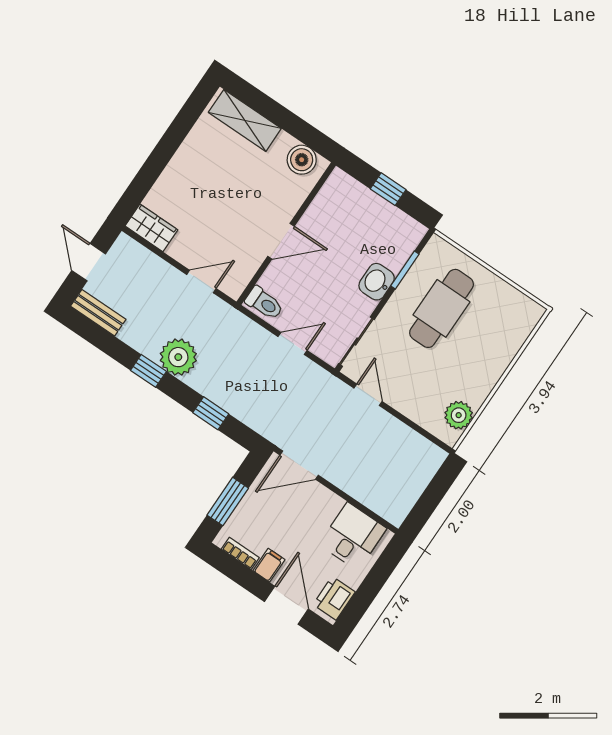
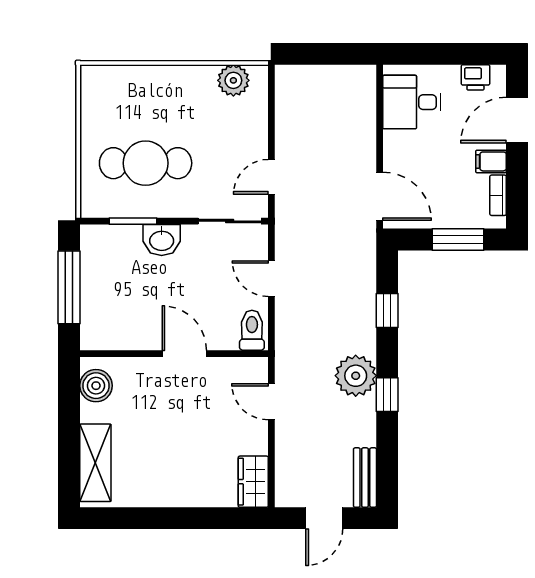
window: (388, 189) -> (69, 287), width x2.17
printer: (334, 598) -> (475, 77), width x0.73, depth x0.81

